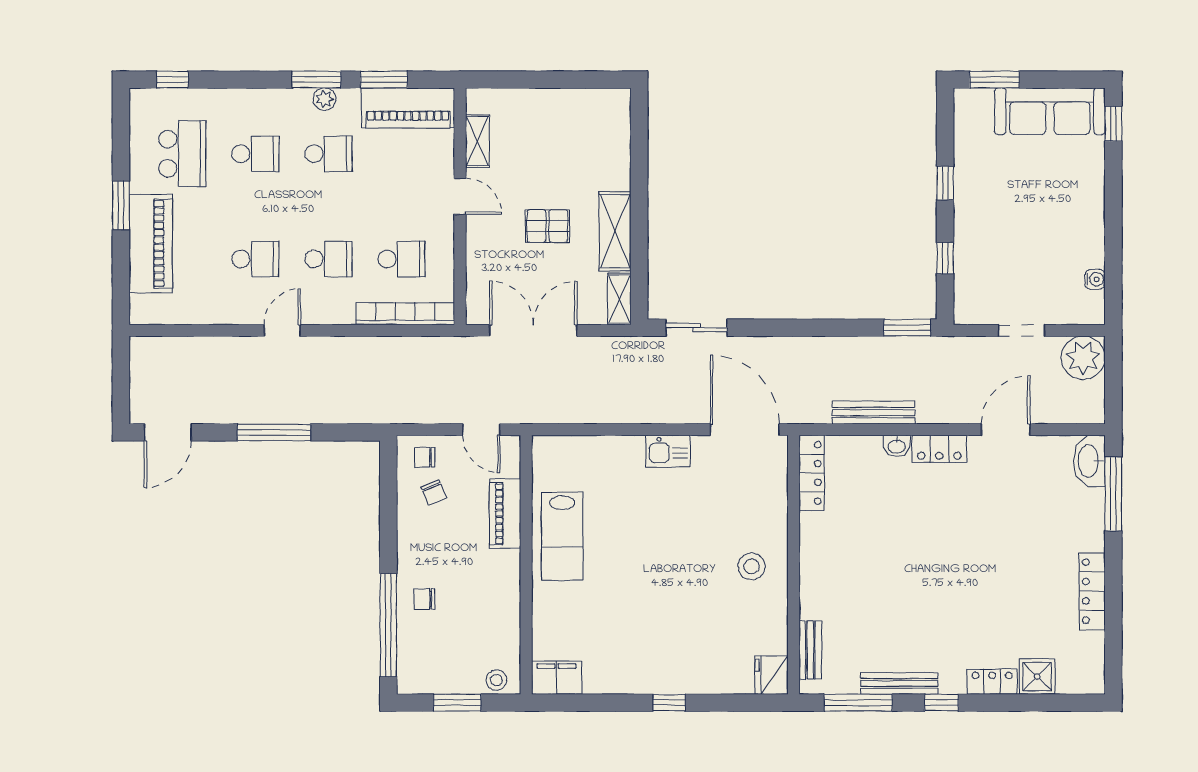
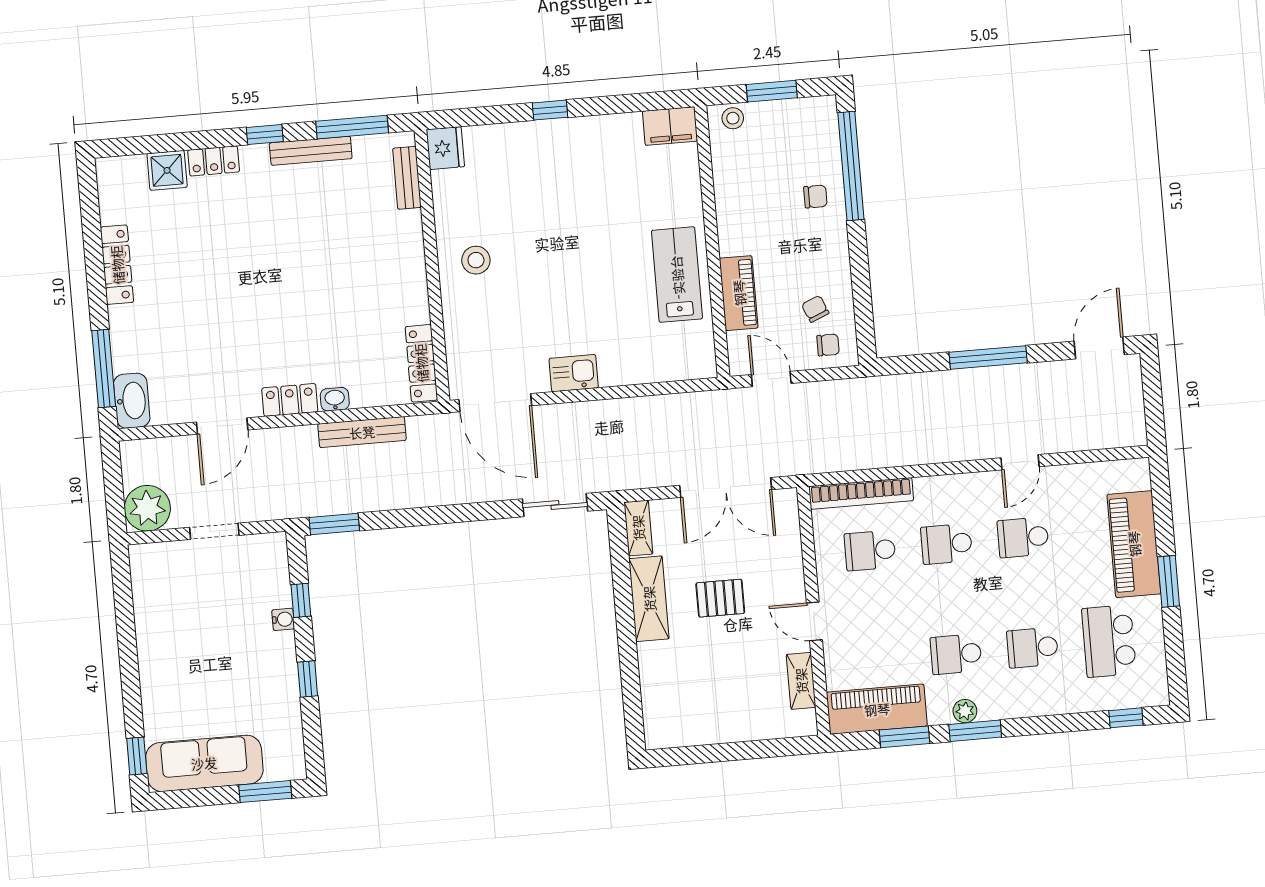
water cooler: (1095, 279) -> (283, 619), moved, turned 180
door: (282, 330) -> (1020, 462), moved

